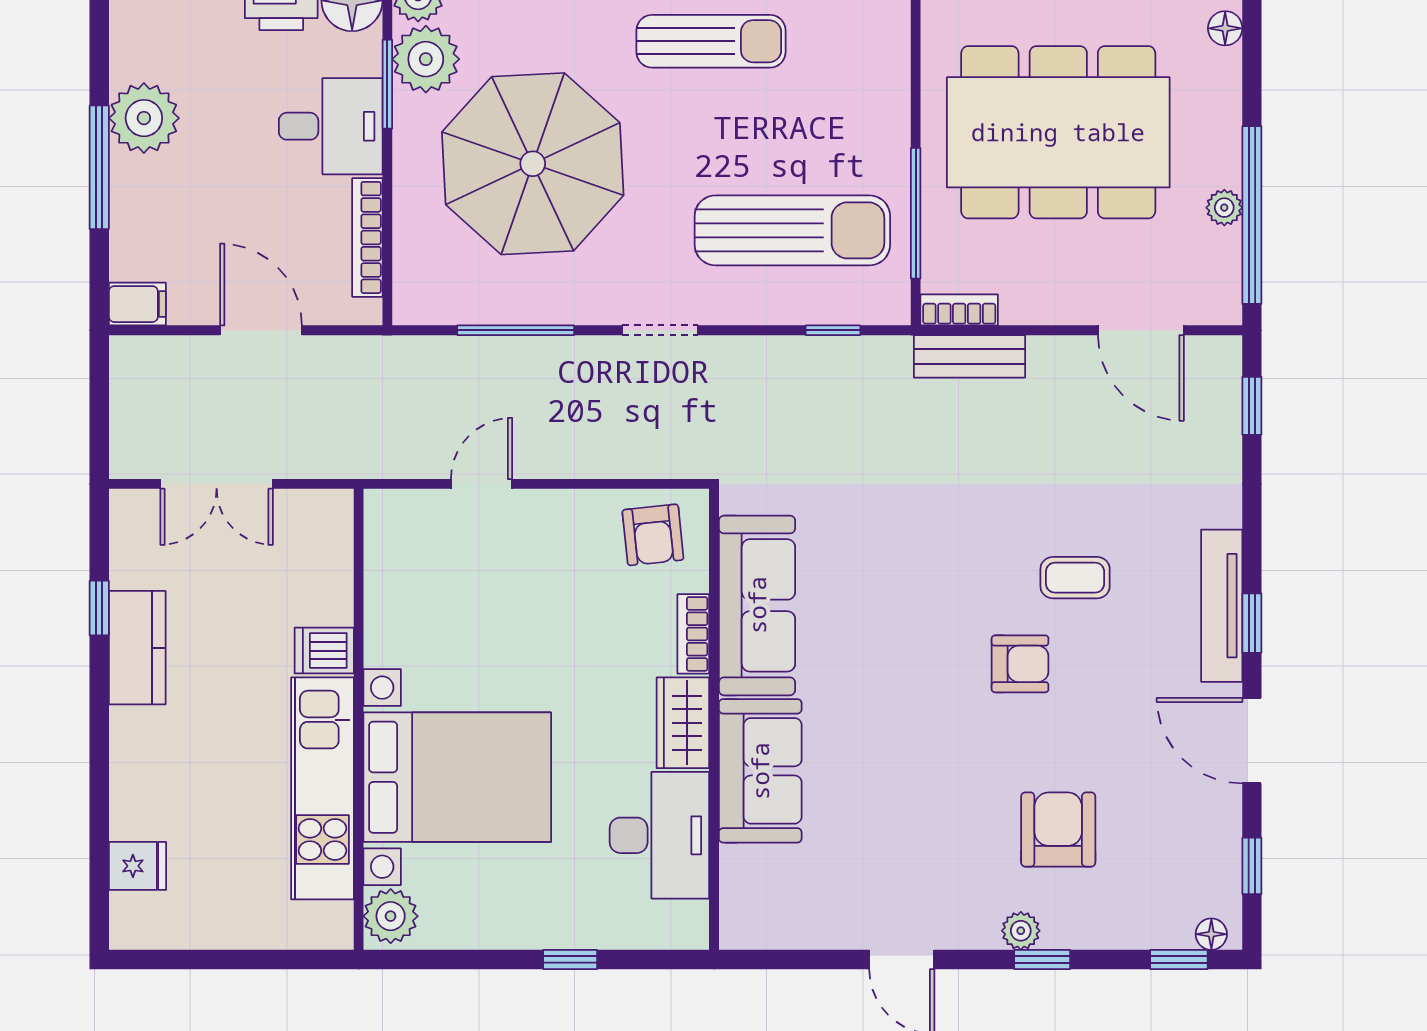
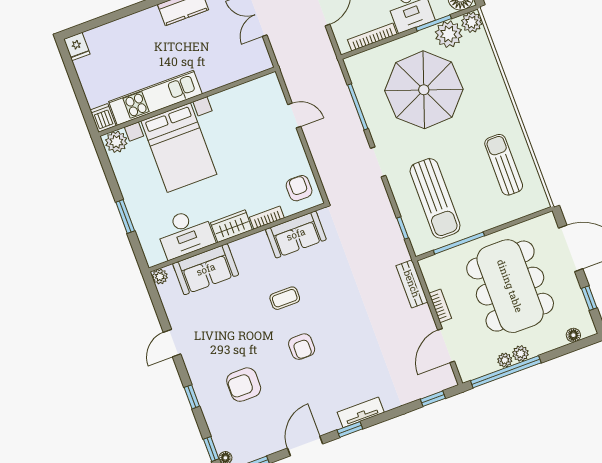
sun lounger: (711, 41) -> (504, 165), moved, turned 180
plant: (1222, 166) -> (520, 353), added
bookcase: (959, 310) -> (440, 306), moved
armchair: (653, 535) -> (299, 188), turned 96
coffee table: (1075, 578) -> (285, 298), moved, turned 90
sofa: (757, 605) -> (296, 234), width x0.73
tv unit: (1222, 606) -> (361, 412), width x0.71
dishwasher: (324, 651) -> (103, 118), moved
sofa: (760, 771) -> (206, 269), moved
armchair: (1058, 830) -> (244, 385), turned 180
fridge: (137, 866) -> (77, 46), moved
plant: (1021, 931) -> (160, 277), moved
window: (570, 959) -> (125, 216), width x1.50

